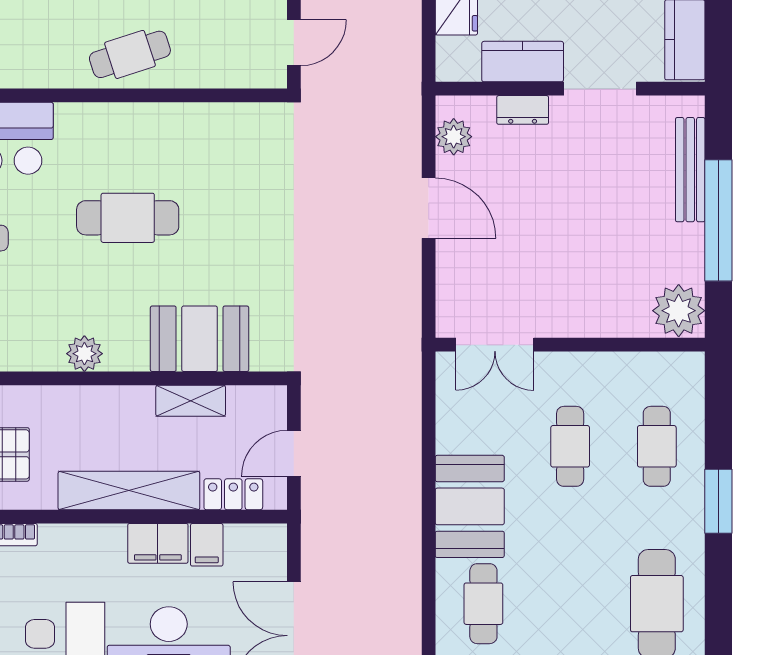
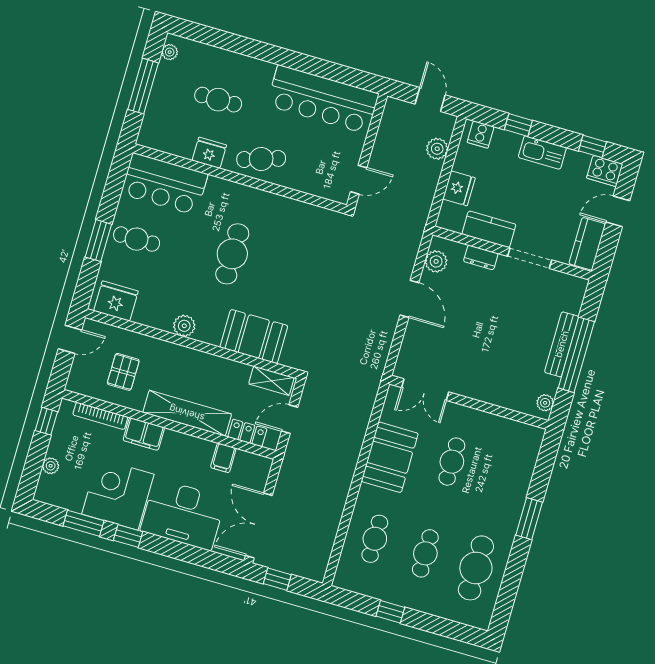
fridge: (45, 68) -> (209, 153), added
bench: (690, 170) -> (562, 344), moved
cafe table: (128, 218) -> (232, 254), turned 90
plant: (679, 311) -> (545, 403), width x0.53, depth x0.53
shelving: (191, 401) -> (271, 381), moved
cafe table: (657, 446) -> (425, 553), moved
booth: (470, 506) -> (390, 457), moved
filing cabinet: (158, 543) -> (144, 434), moved

